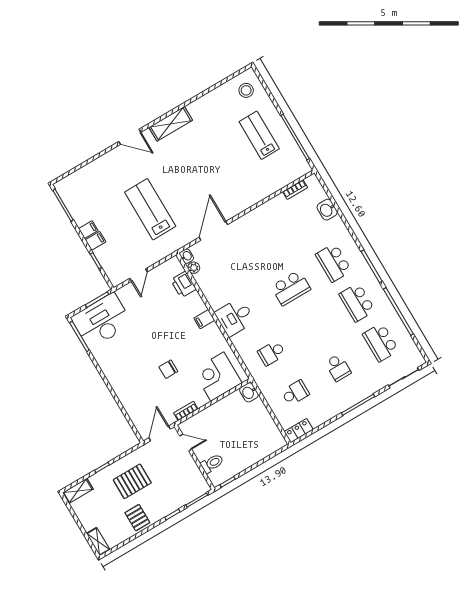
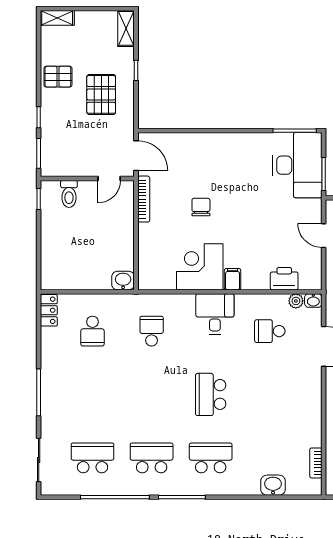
school desk: (338, 368) -> (270, 331), moved
corner desk: (217, 377) -> (200, 267), moved, turned -90
bookcase: (186, 411) -> (144, 199), width x1.56

